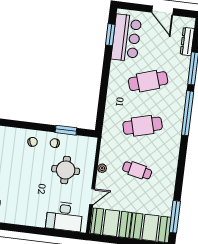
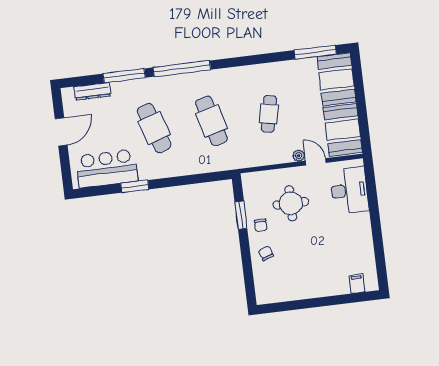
window: (110, 35) -> (135, 186), moved
plant: (102, 168) -> (299, 156), moved

